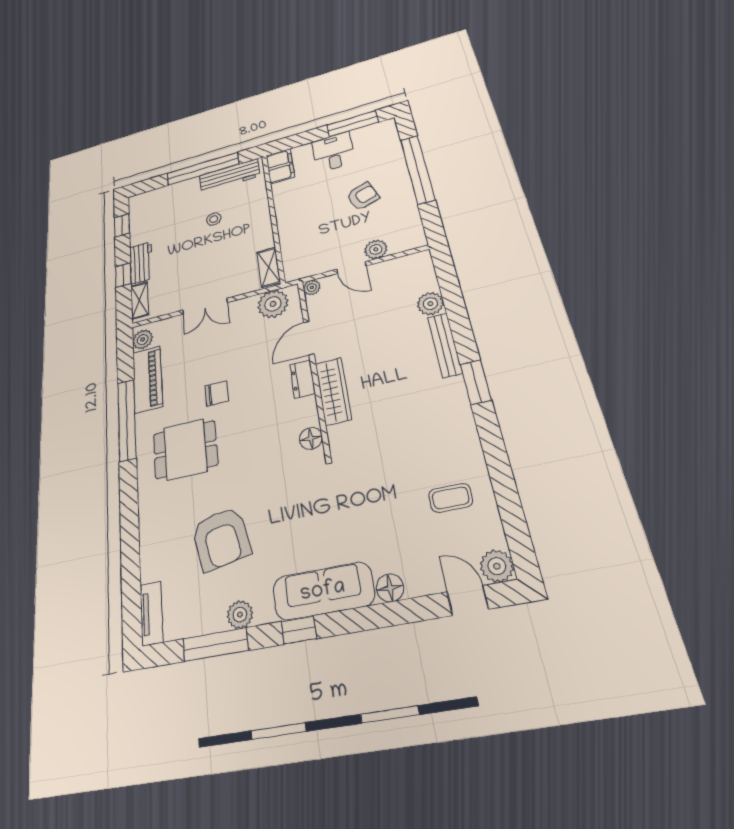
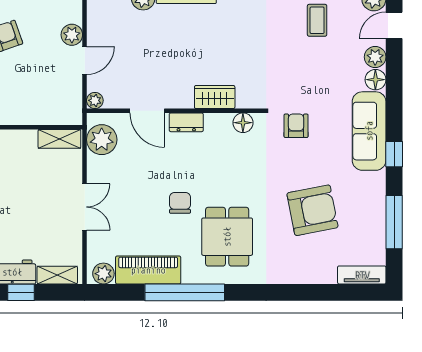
wardrobe: (333, 391) -> (215, 97), width x0.67
armchair: (316, 499) -> (296, 126), added
plant: (240, 615) -> (375, 57), moved

